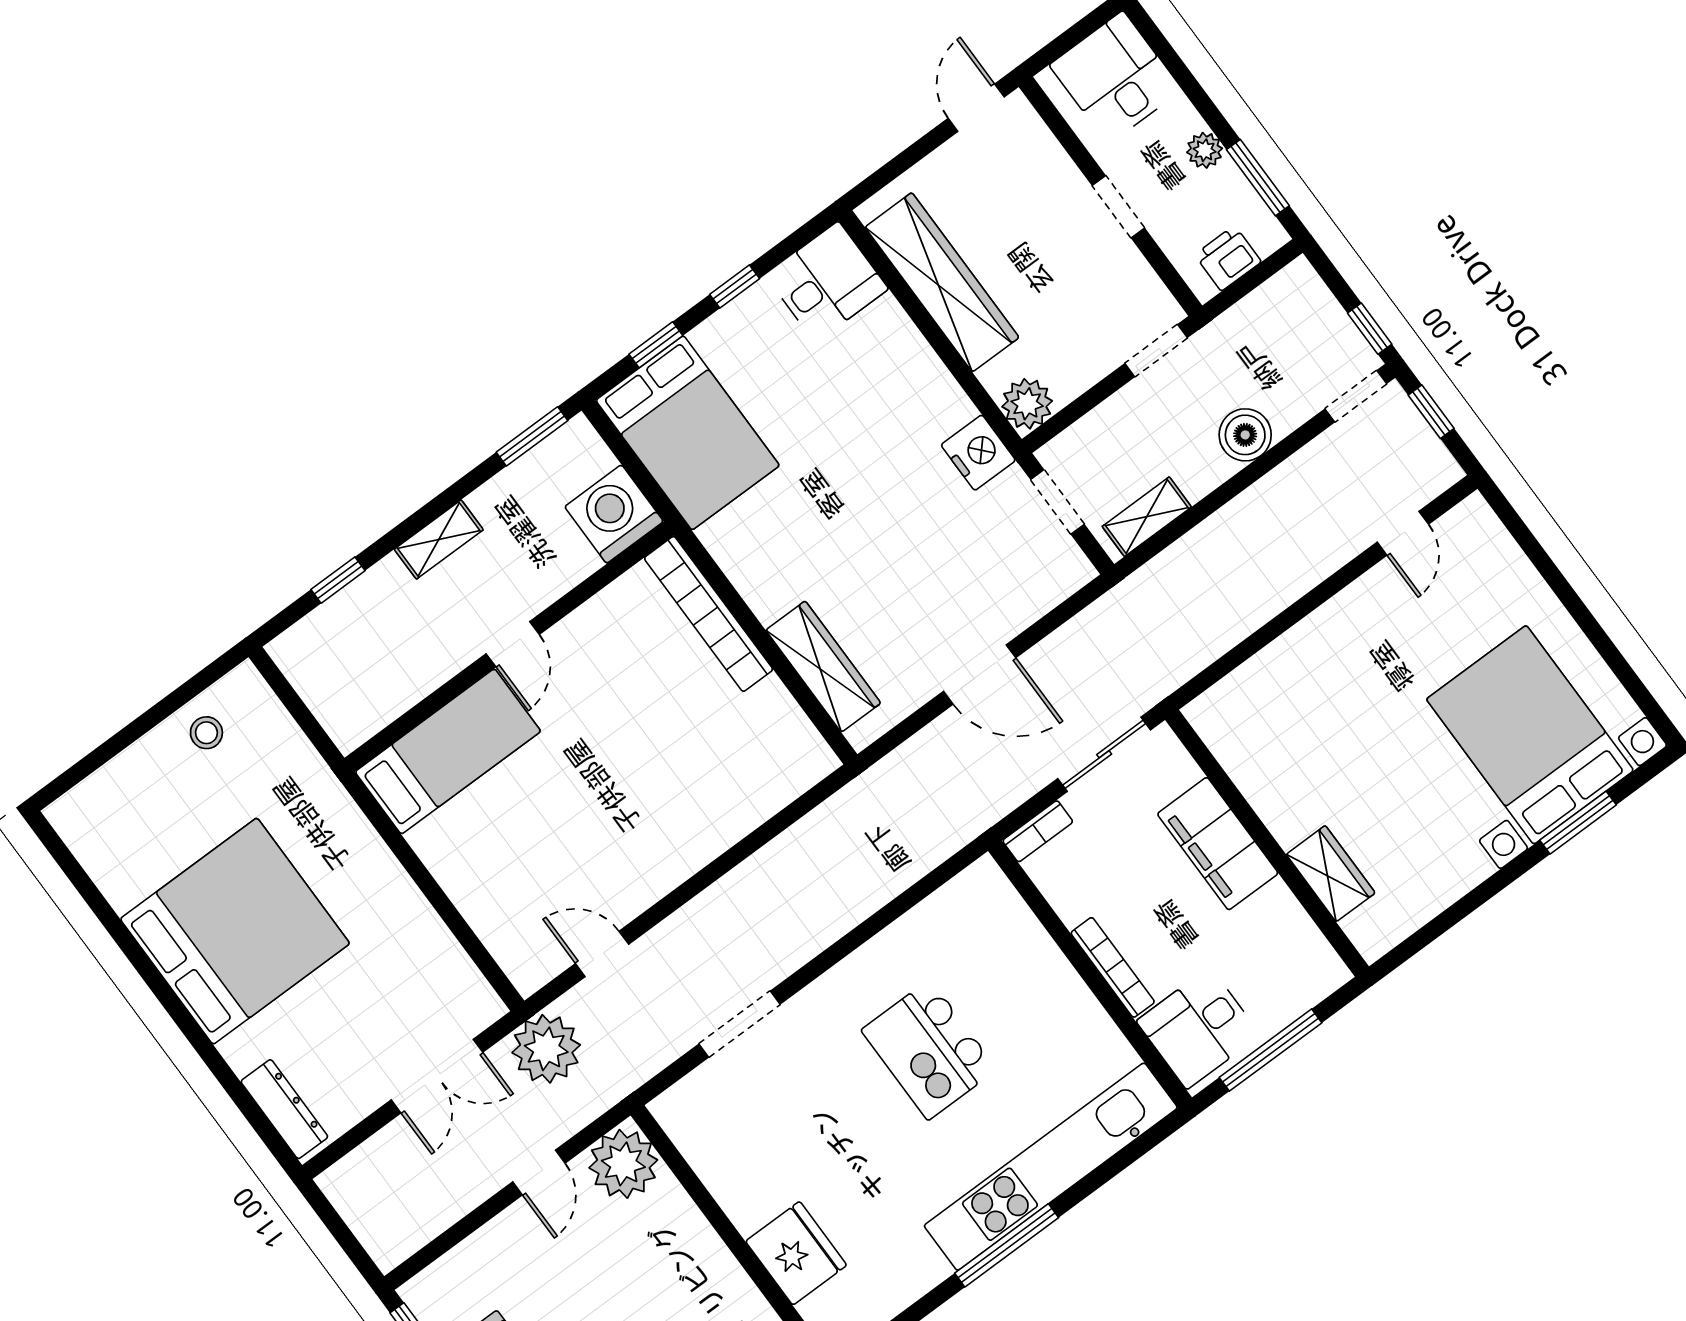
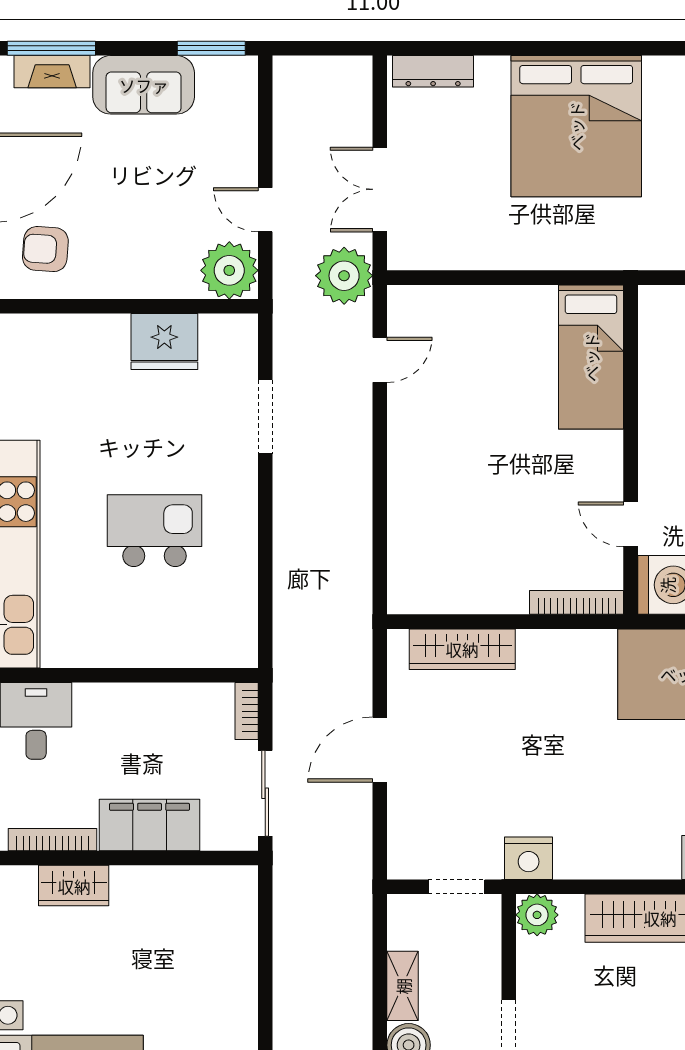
shelving: (1147, 517) -> (403, 986), moved
bookcase: (709, 614) -> (577, 602), width x0.68, depth x0.76
door: (513, 644) -> (631, 524), moved
bookcase: (1113, 967) -> (52, 840), moved, turned 180
fridge: (796, 1253) -> (164, 342), moved

